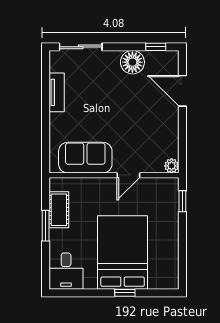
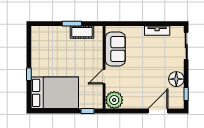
plant: (172, 166) -> (114, 100), width x1.88, depth x1.88
door: (128, 175) -> (104, 77), hinge flipped
bed: (123, 252) -> (55, 93), moved
desk: (66, 271) -> (43, 37), removed

